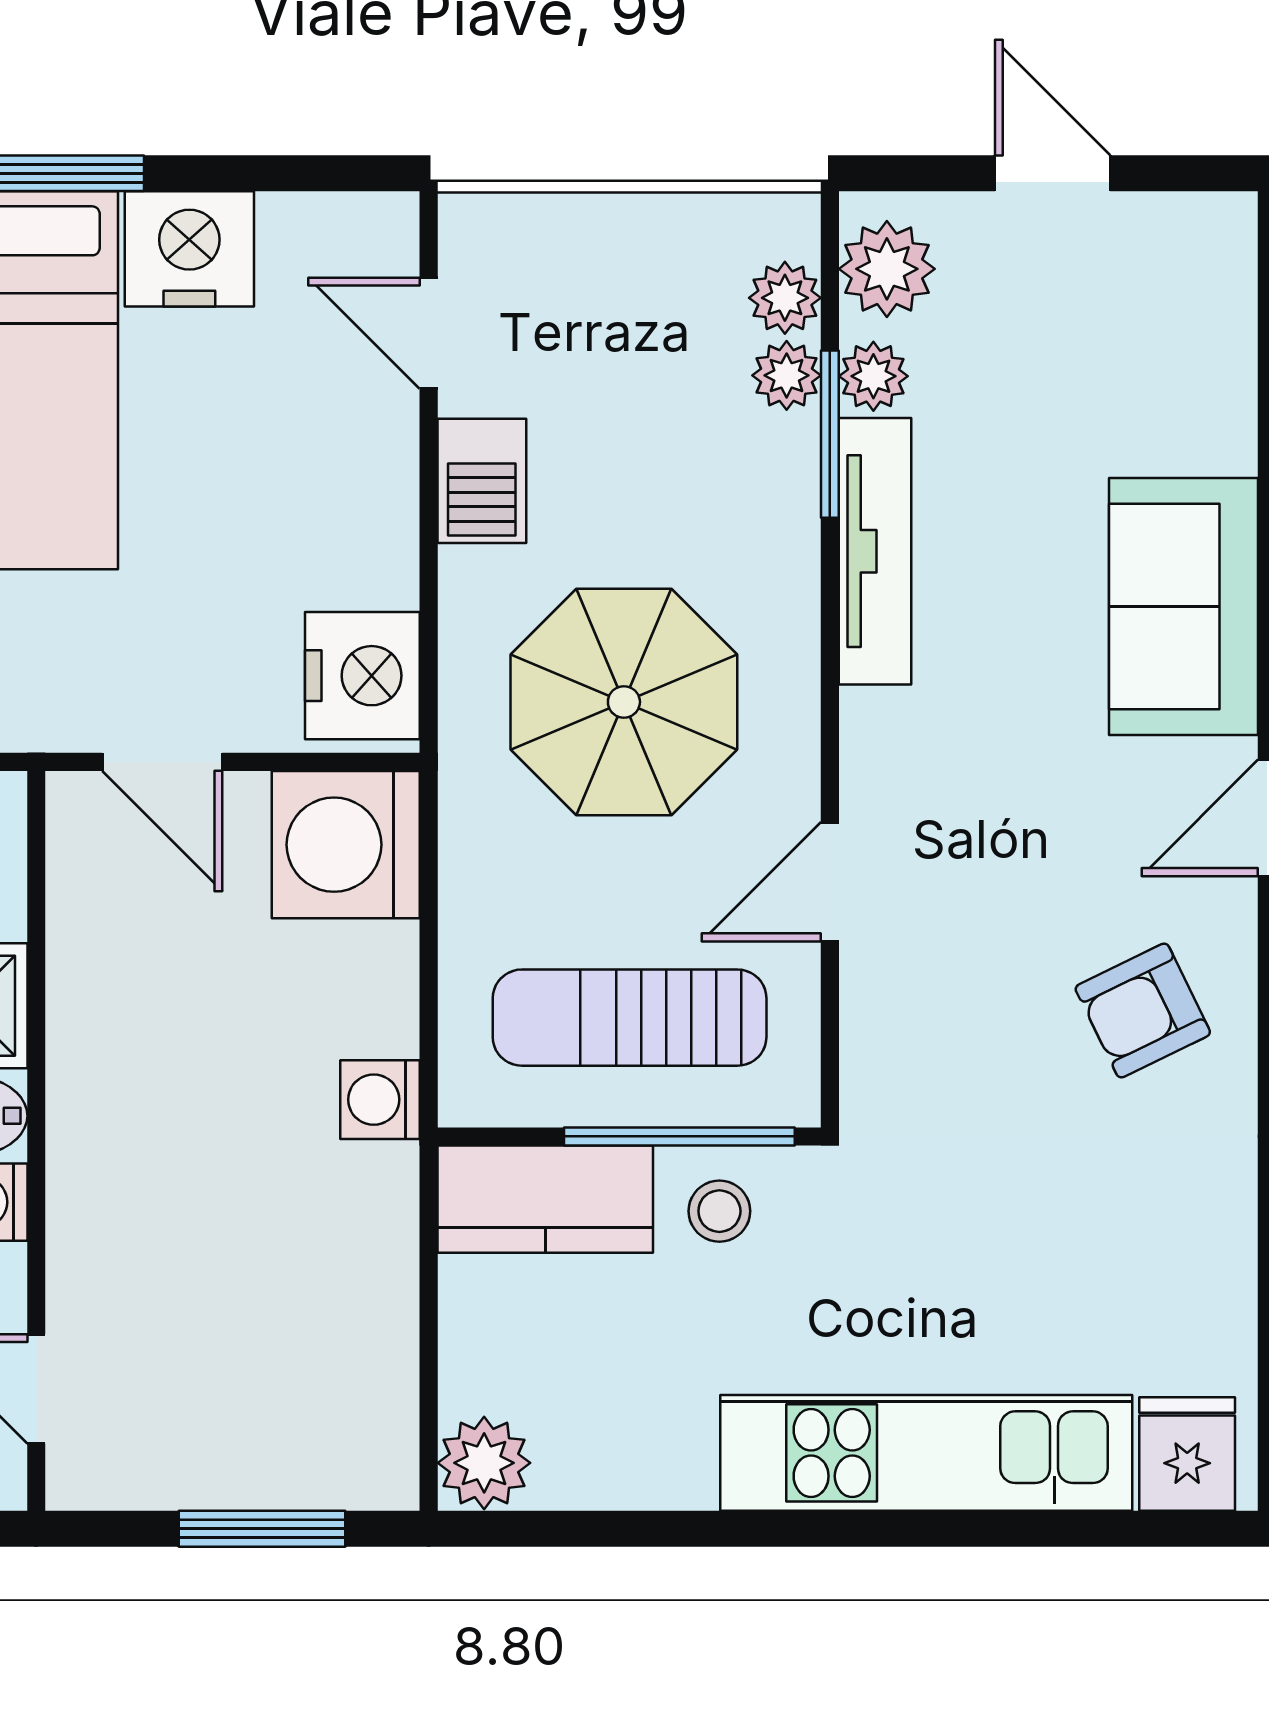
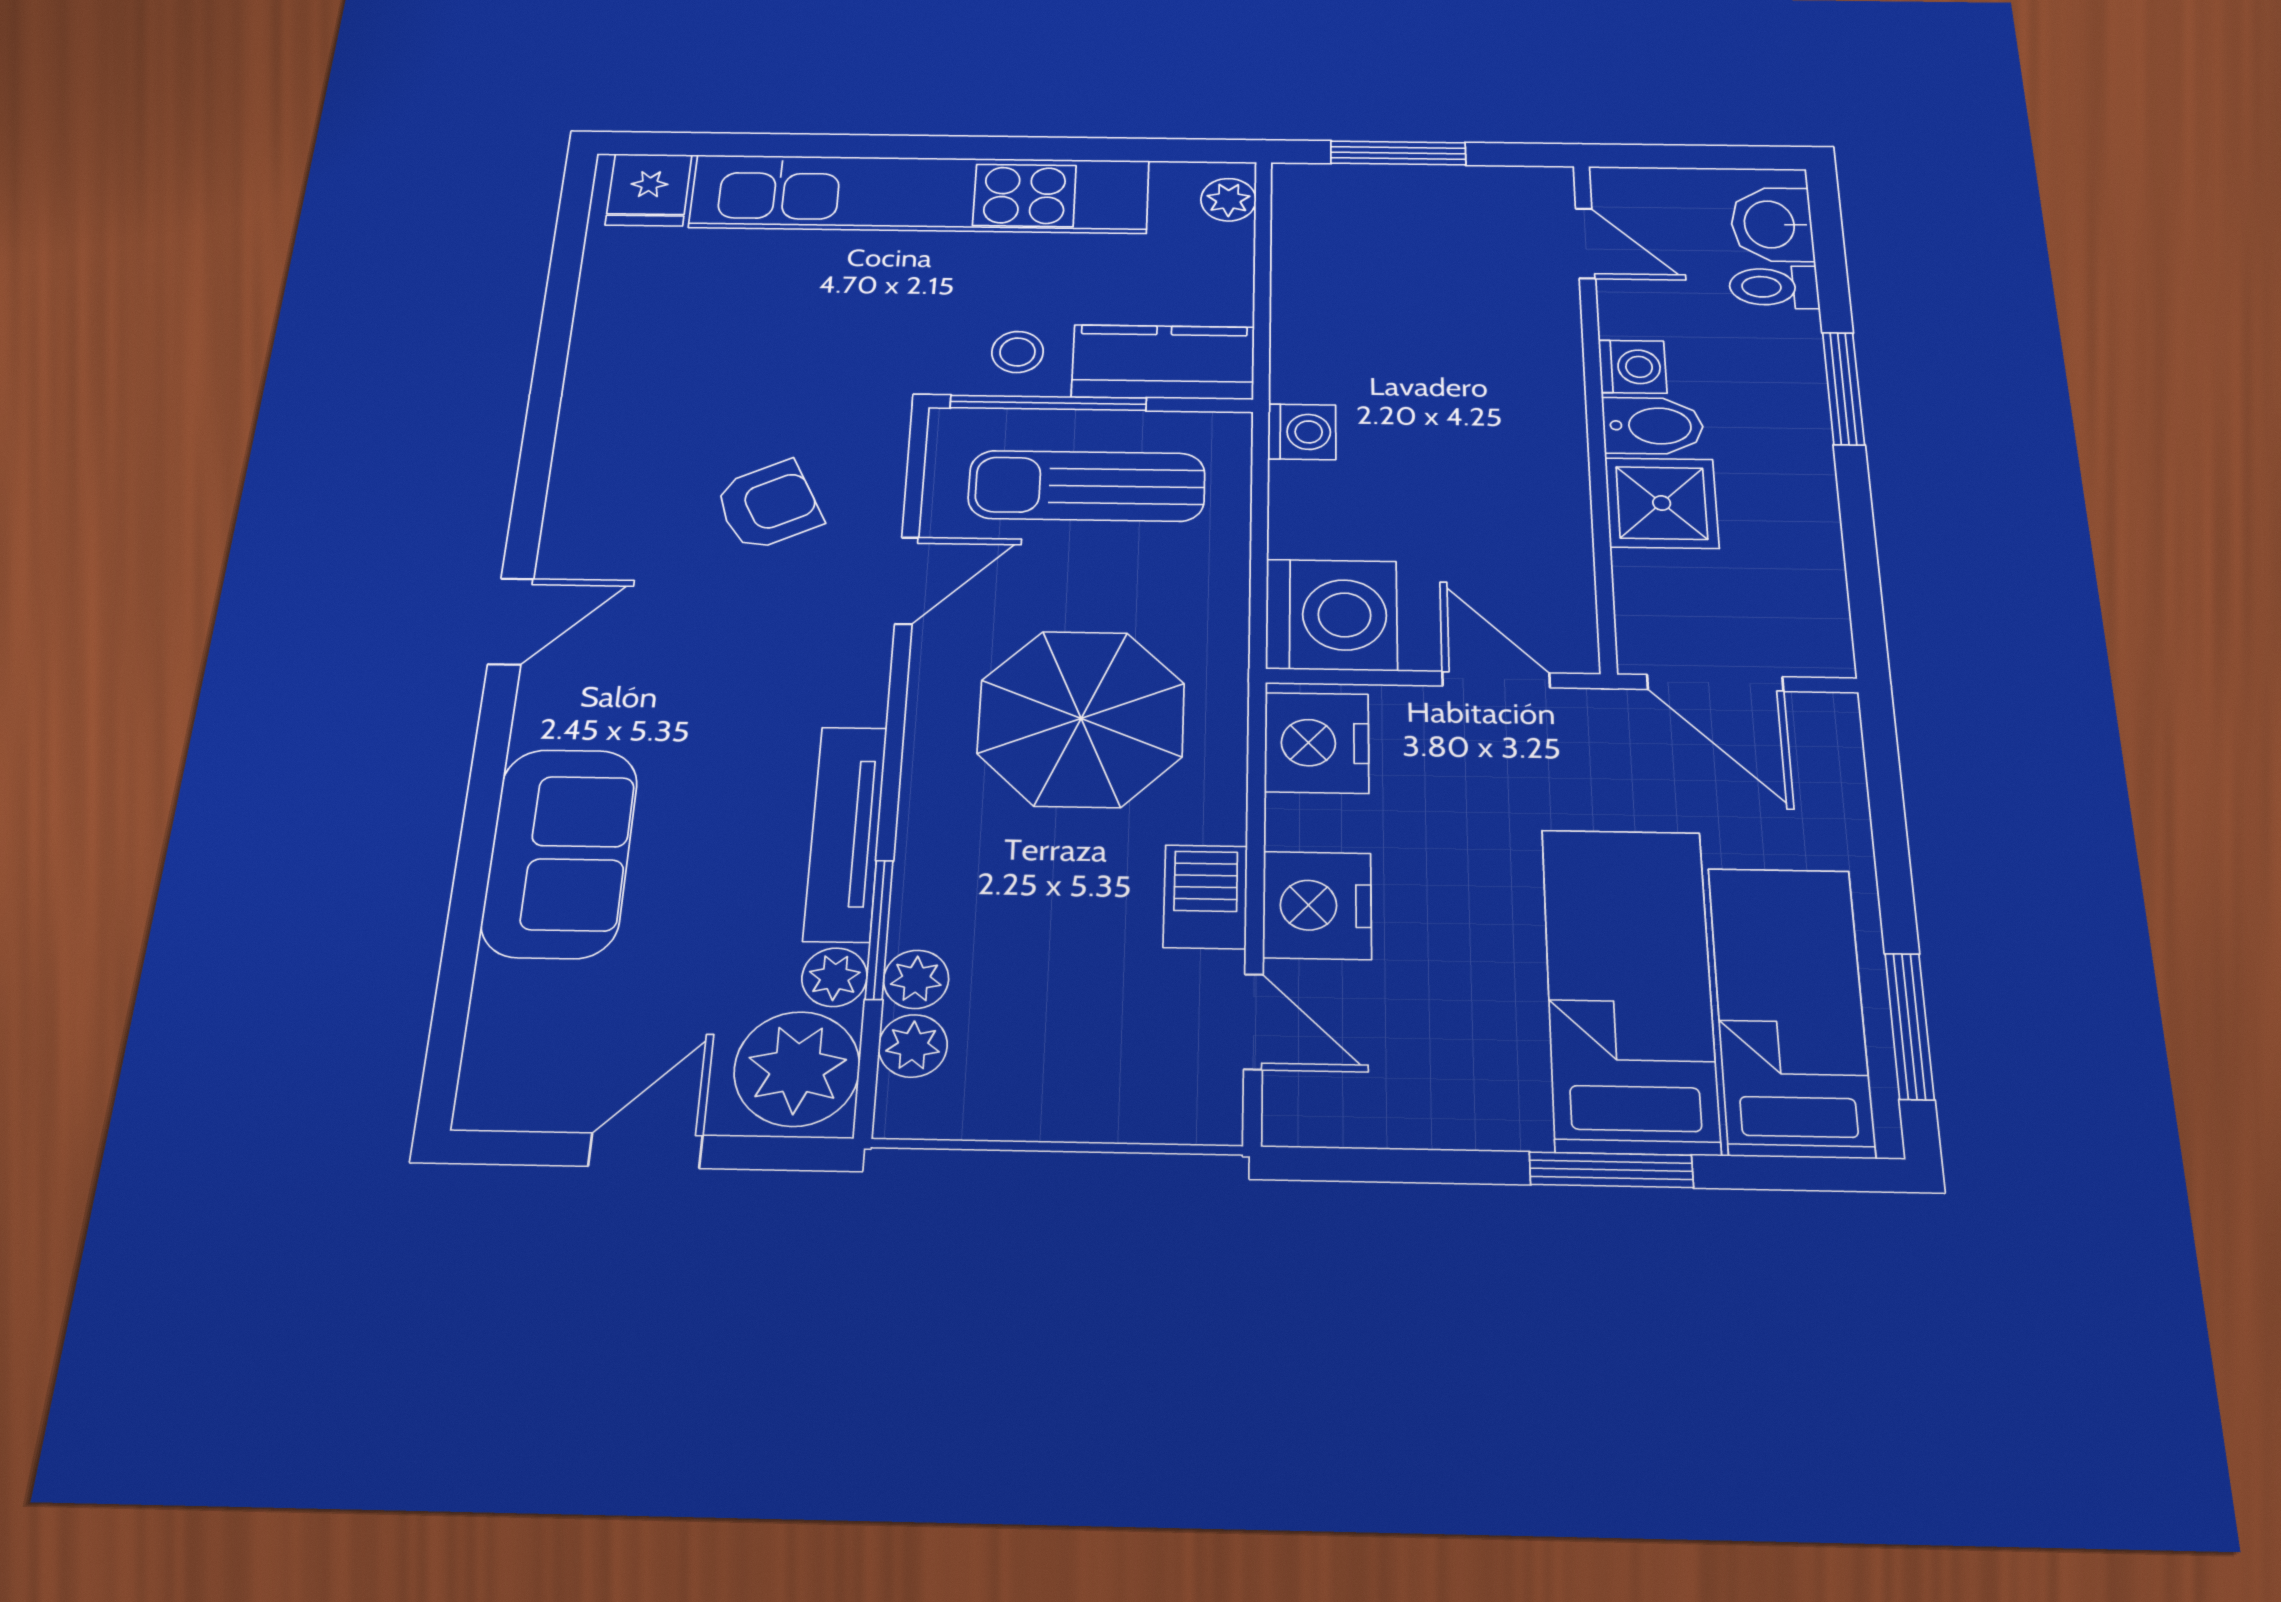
door: (1053, 173) -> (646, 1151), swing flipped
nightstand: (189, 249) -> (1317, 905), moved, turned 90
plant: (887, 269) -> (797, 1069), width x1.36, depth x1.36
sofa: (1184, 607) -> (560, 853), moved
armchair: (1143, 1011) -> (768, 505), moved
sun lounger: (630, 1018) -> (1087, 486), turned 180
kitchen unit: (926, 1453) -> (920, 194), width x1.36
plant: (484, 1463) -> (1228, 200), width x0.73, depth x0.73

